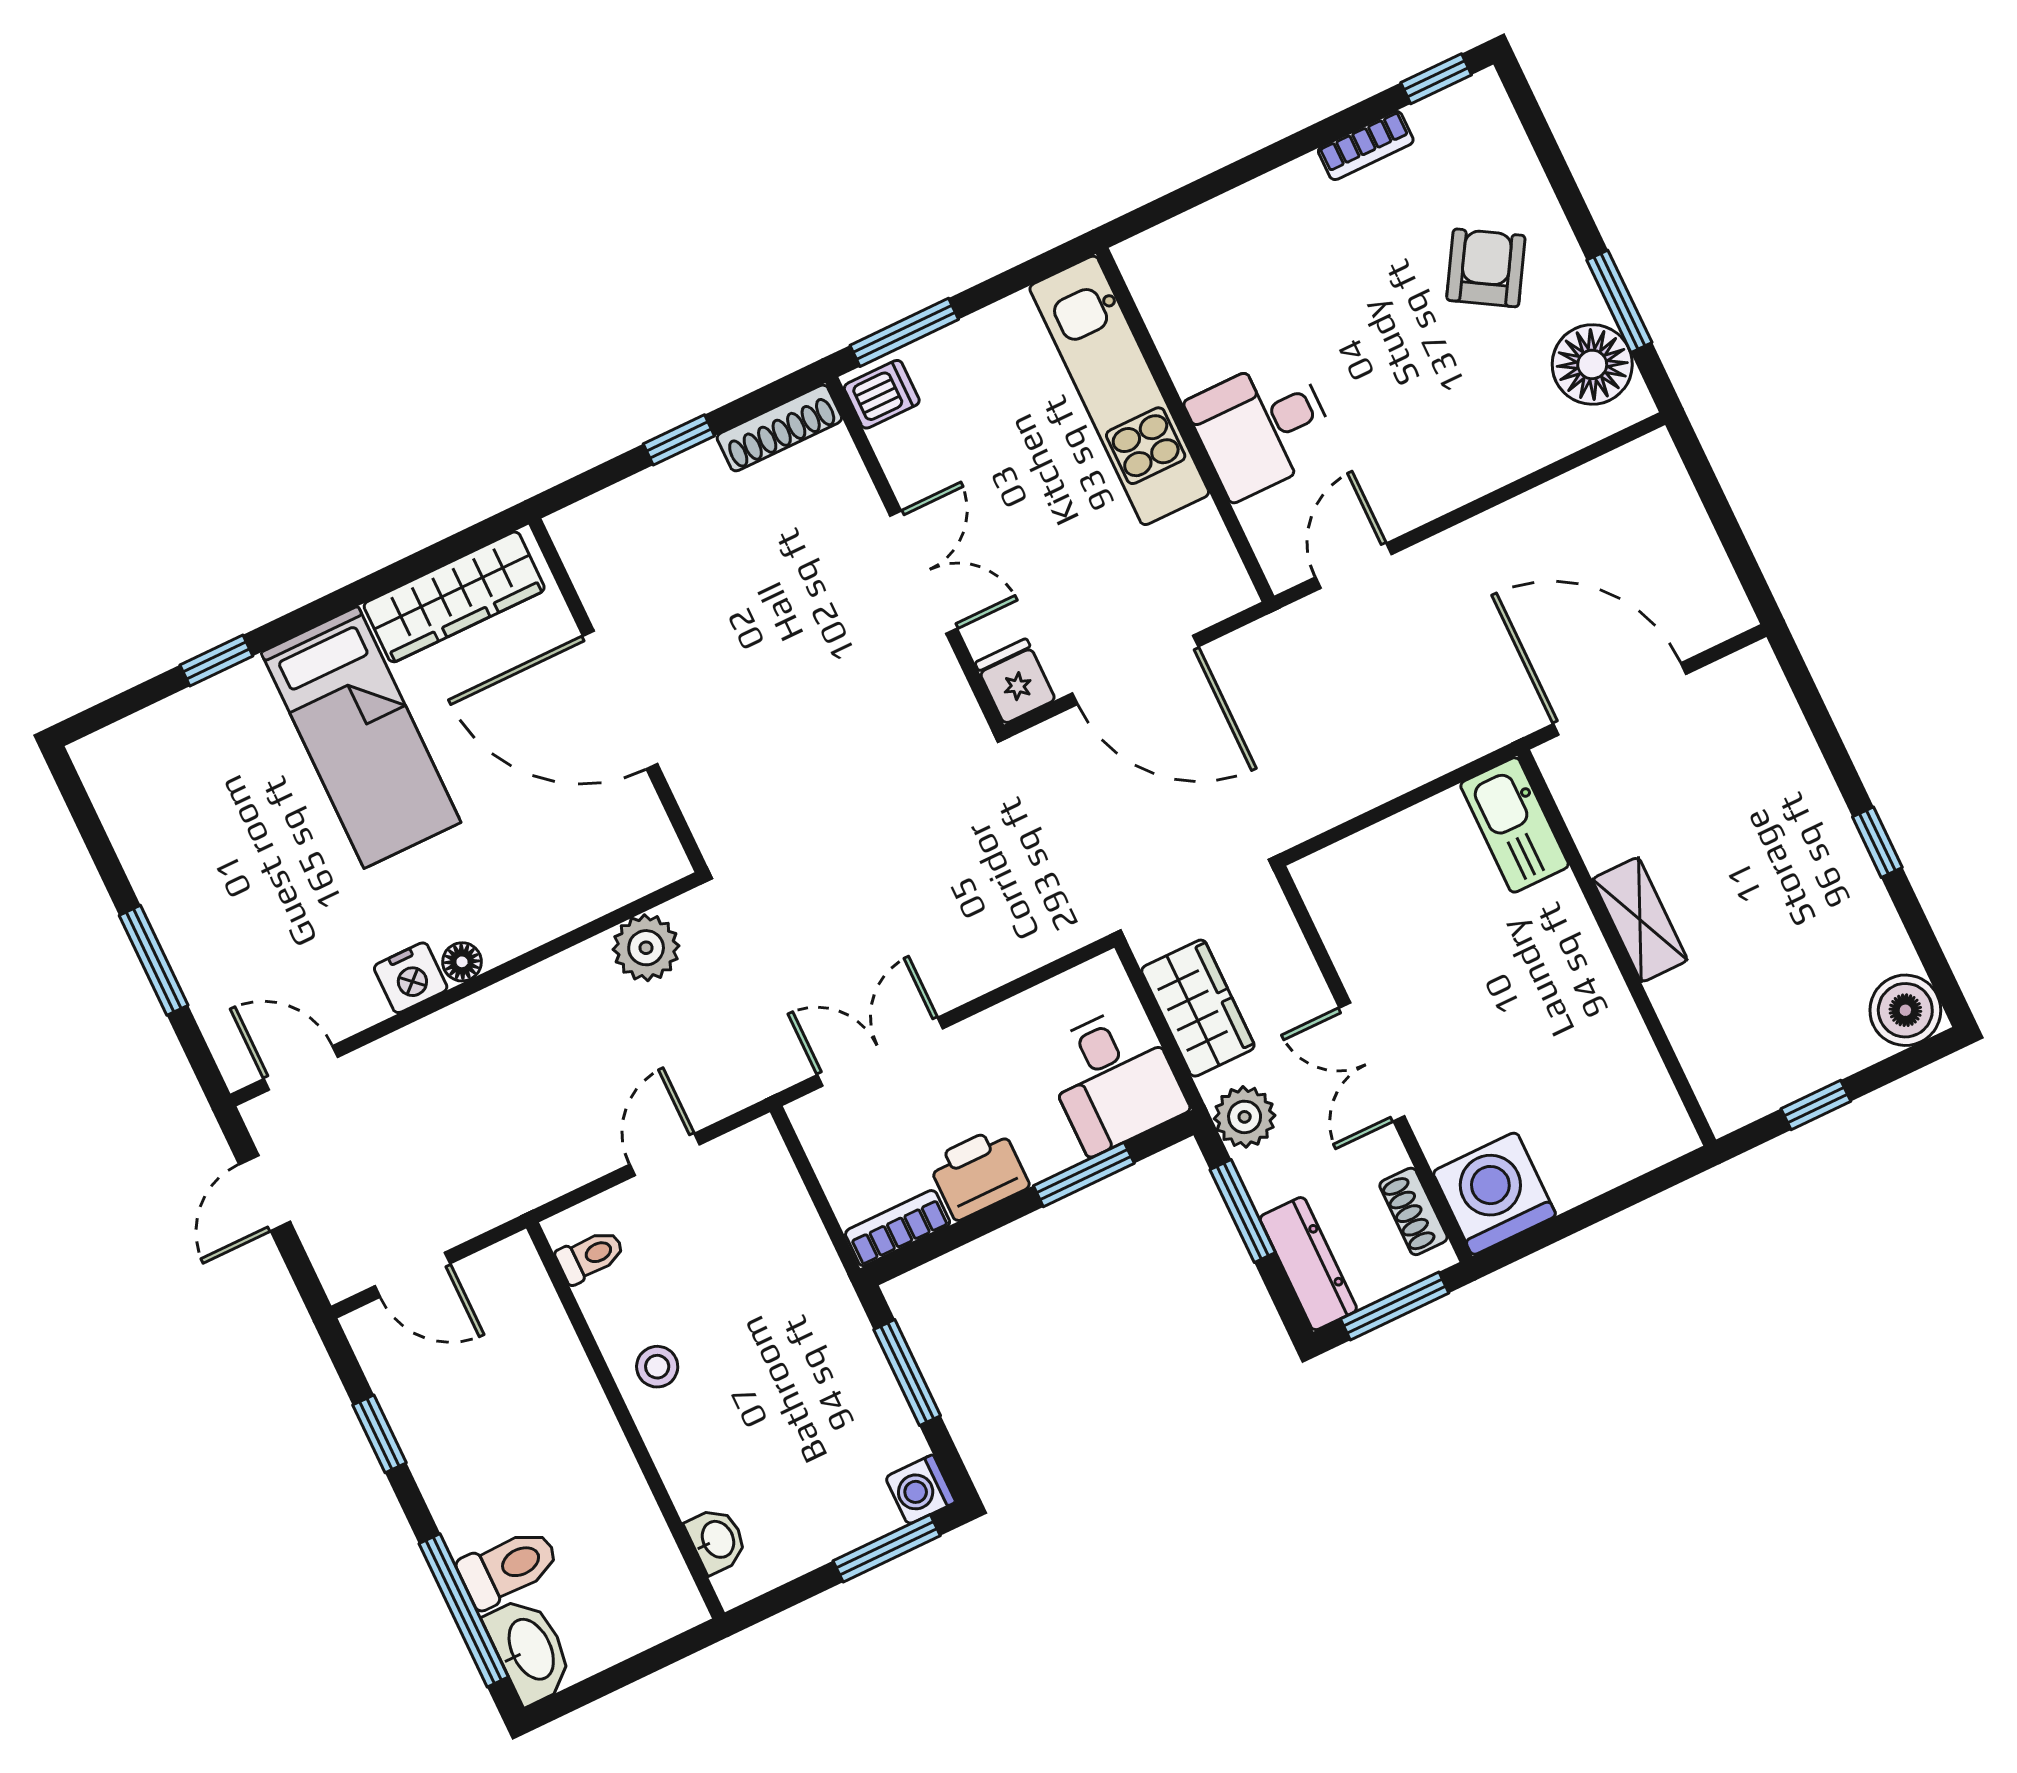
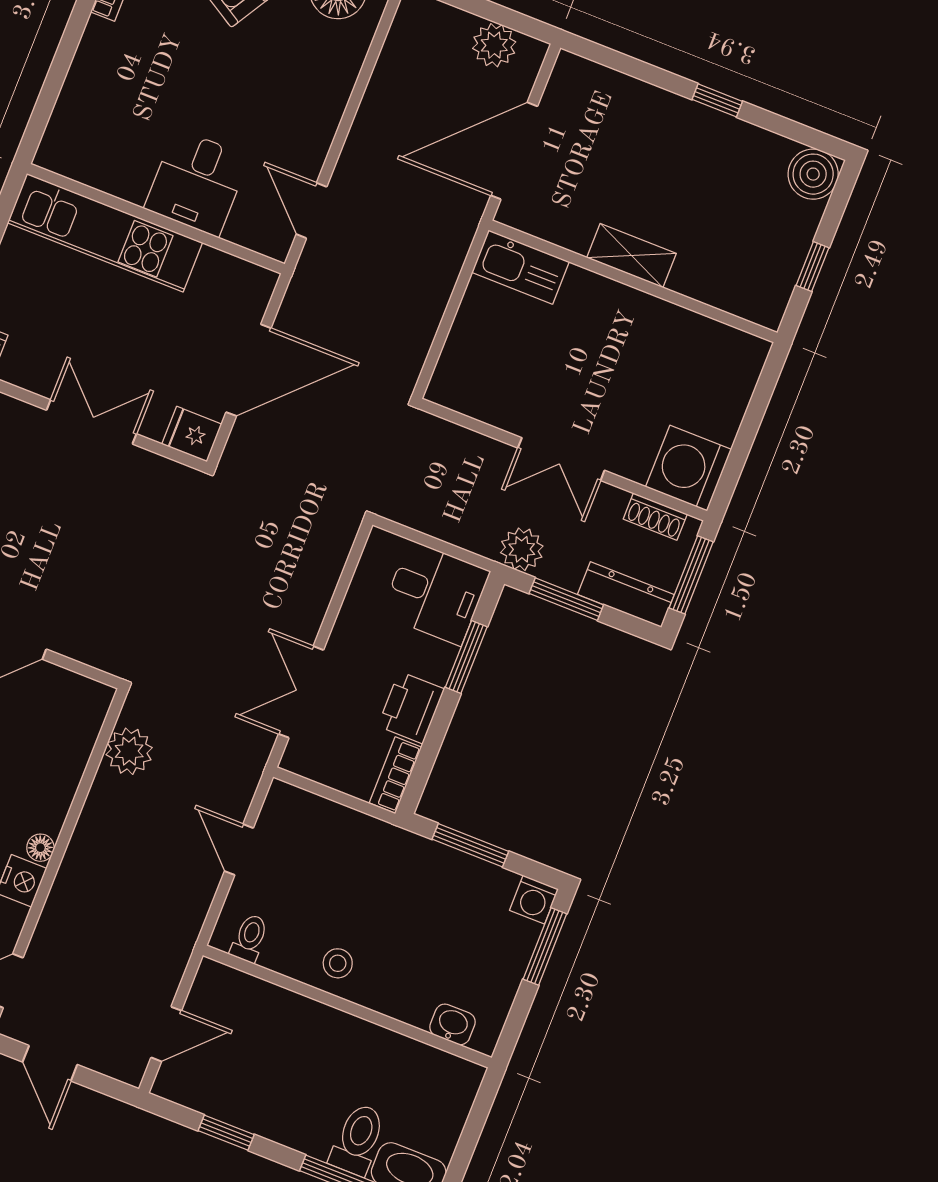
plant: (1701, 571) -> (494, 45), added
wardrobe: (1198, 1008) -> (445, 515), removed

